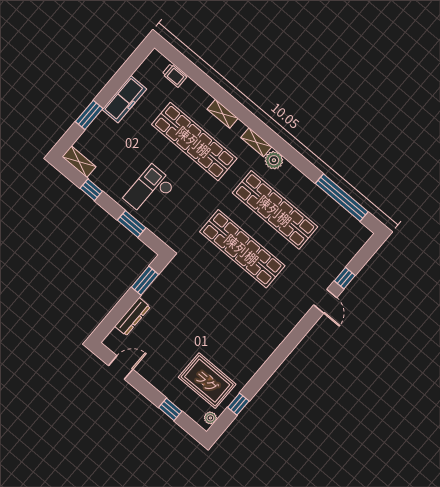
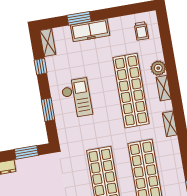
trolley: (174, 76) -> (141, 31), moved
freezer: (124, 99) -> (90, 30), moved
plant: (274, 160) -> (158, 68), moved
checkout: (149, 191) -> (77, 98), turned 90

